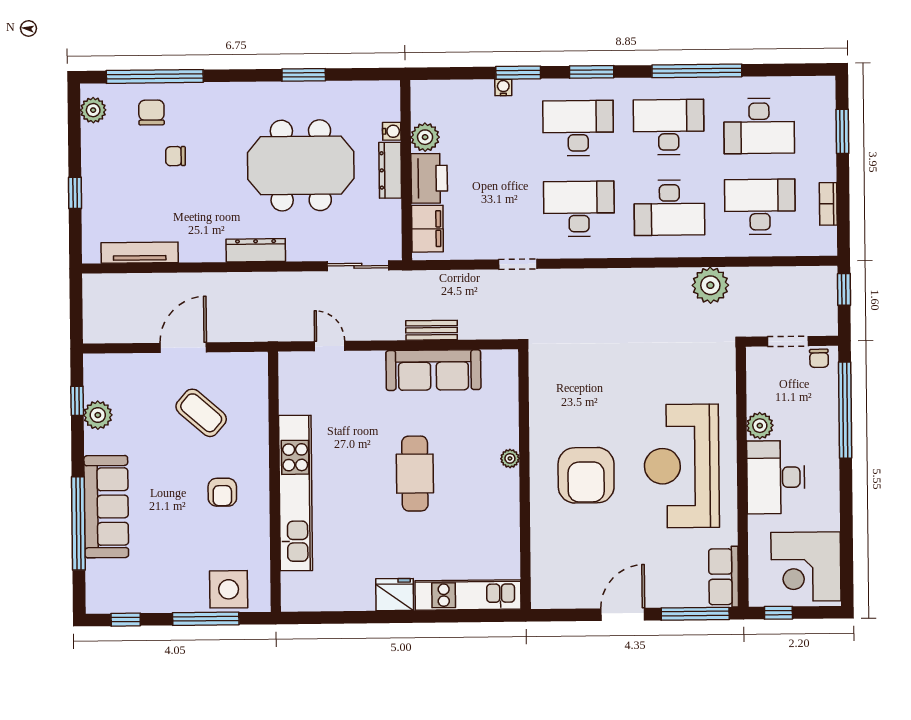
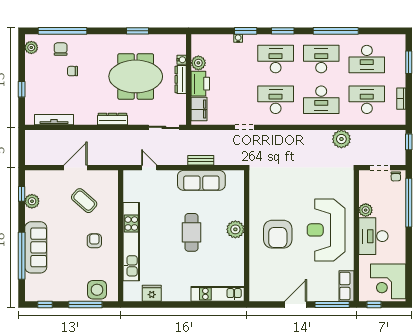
plant: (510, 458) -> (235, 229), width x1.87, depth x1.87
armchair: (222, 492) -> (94, 241), turned 180
fridge: (395, 595) -> (152, 293), moved

